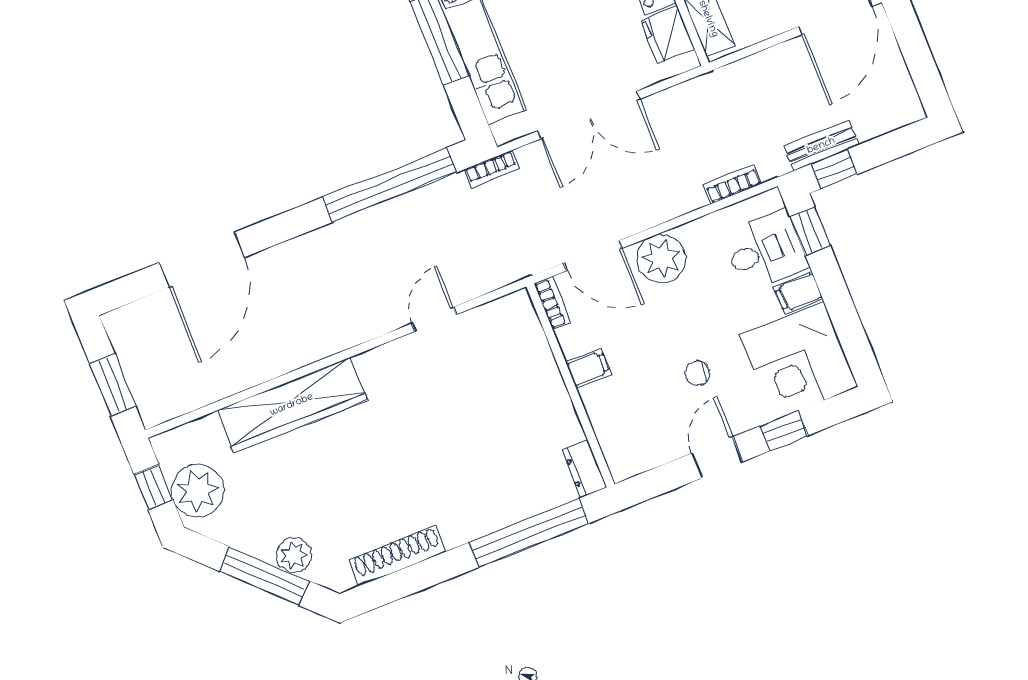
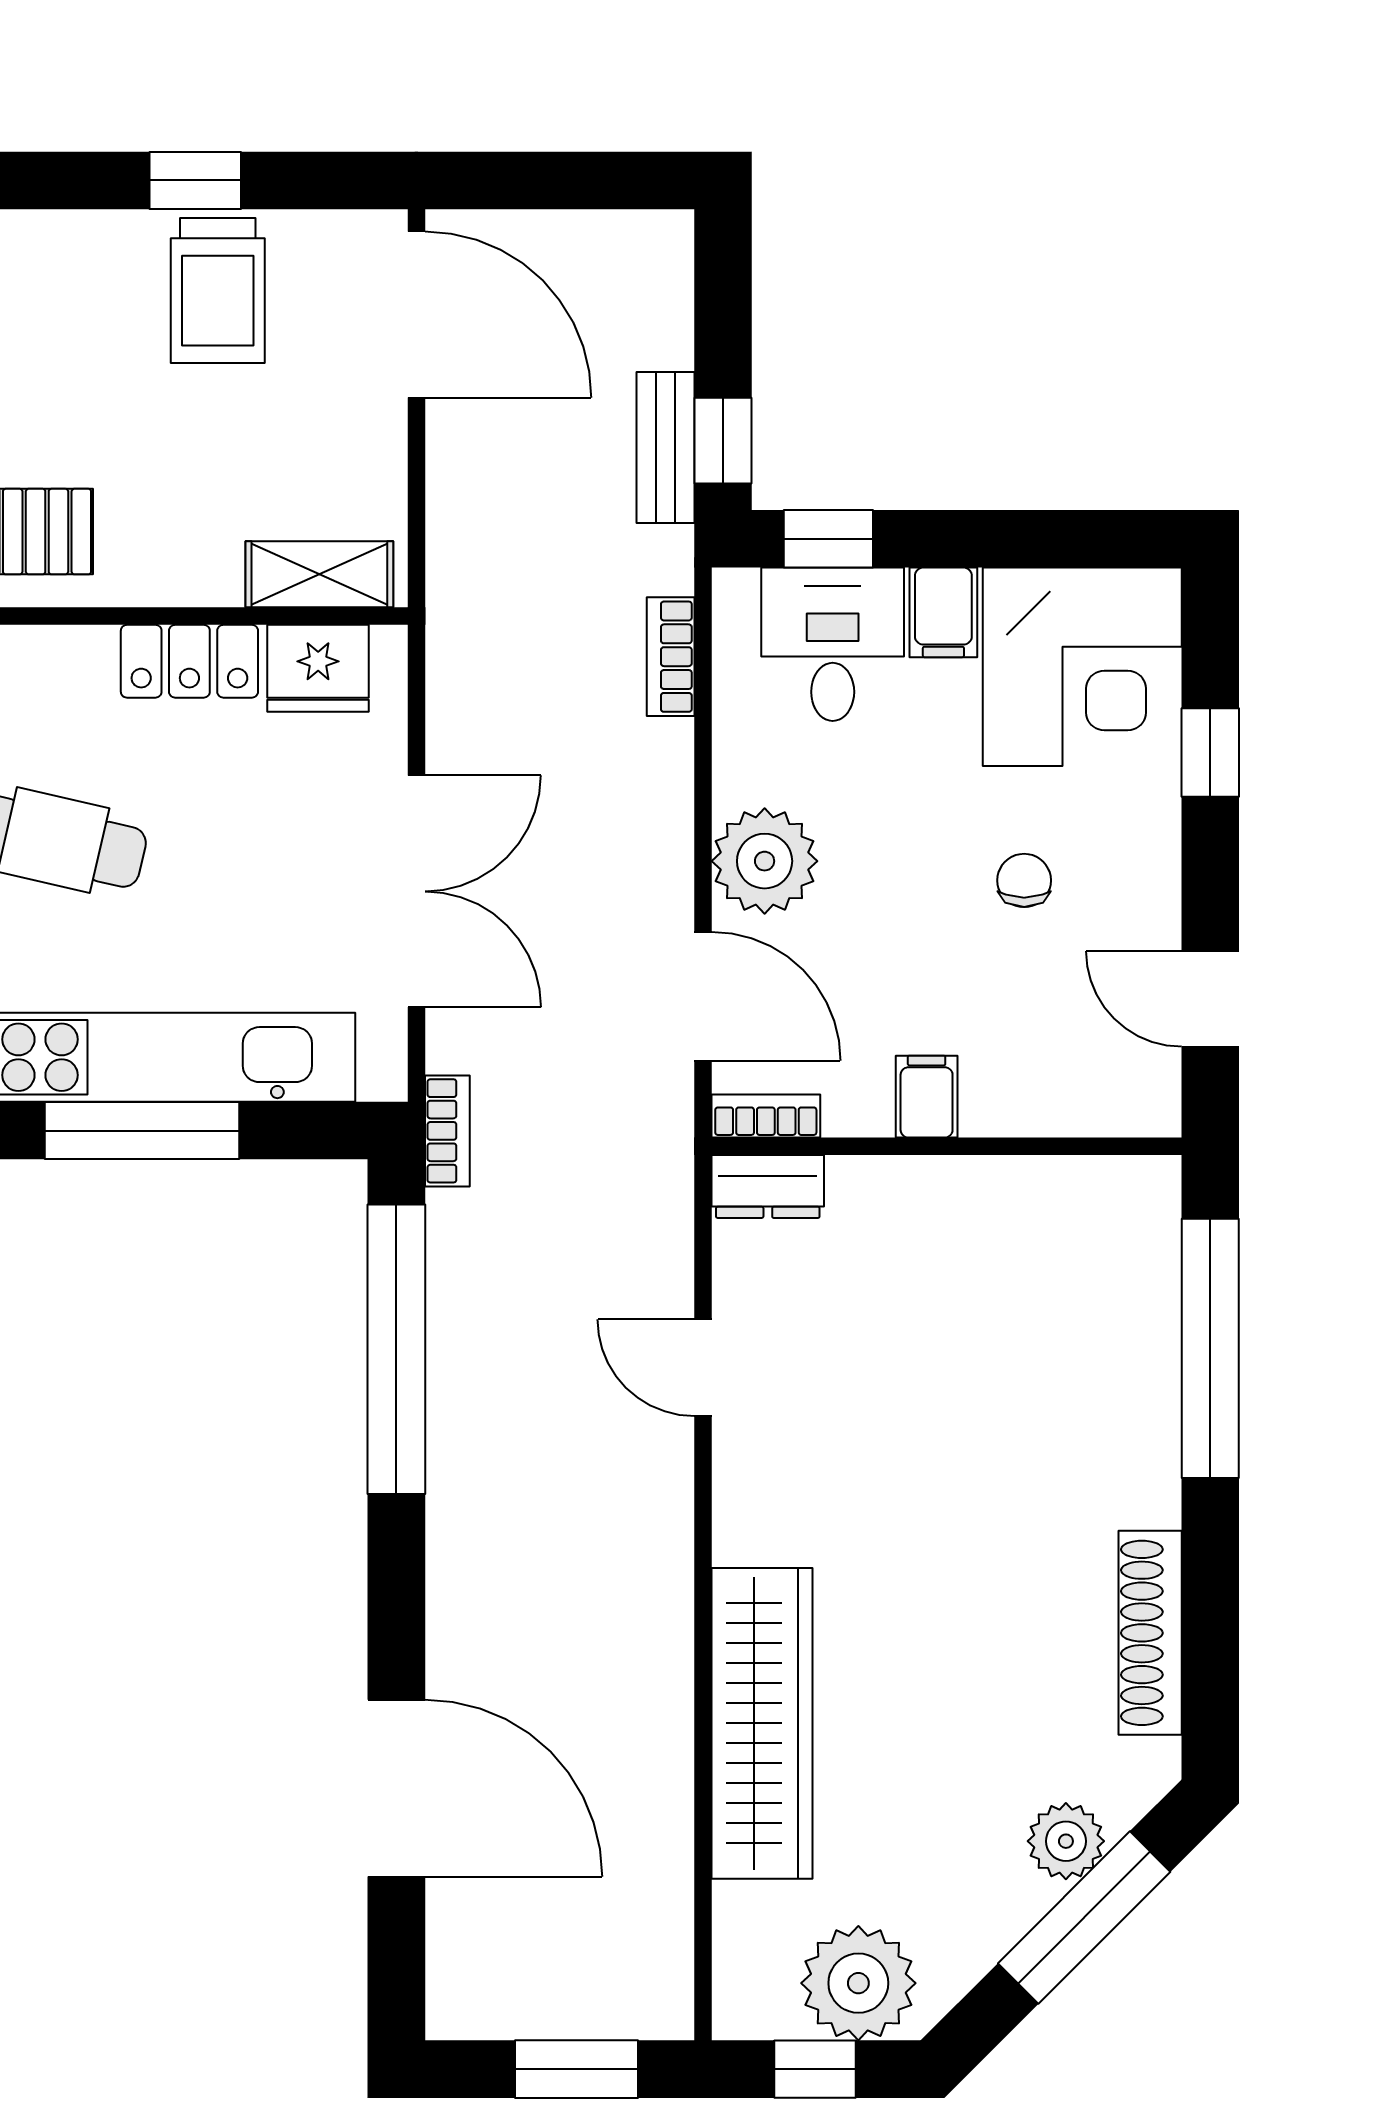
door: (593, 256) -> (703, 996), hinge flipped
chair: (697, 373) -> (1024, 880), turned 180
door: (717, 458) -> (1210, 999), moved
dresser: (584, 469) -> (768, 1186), moved

